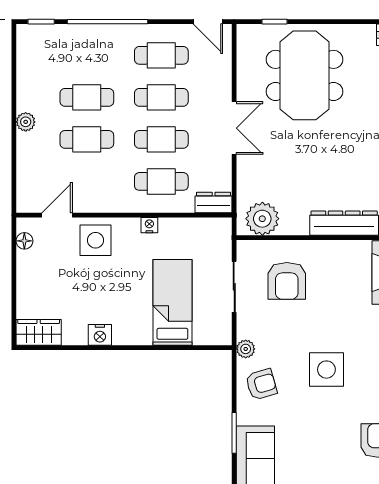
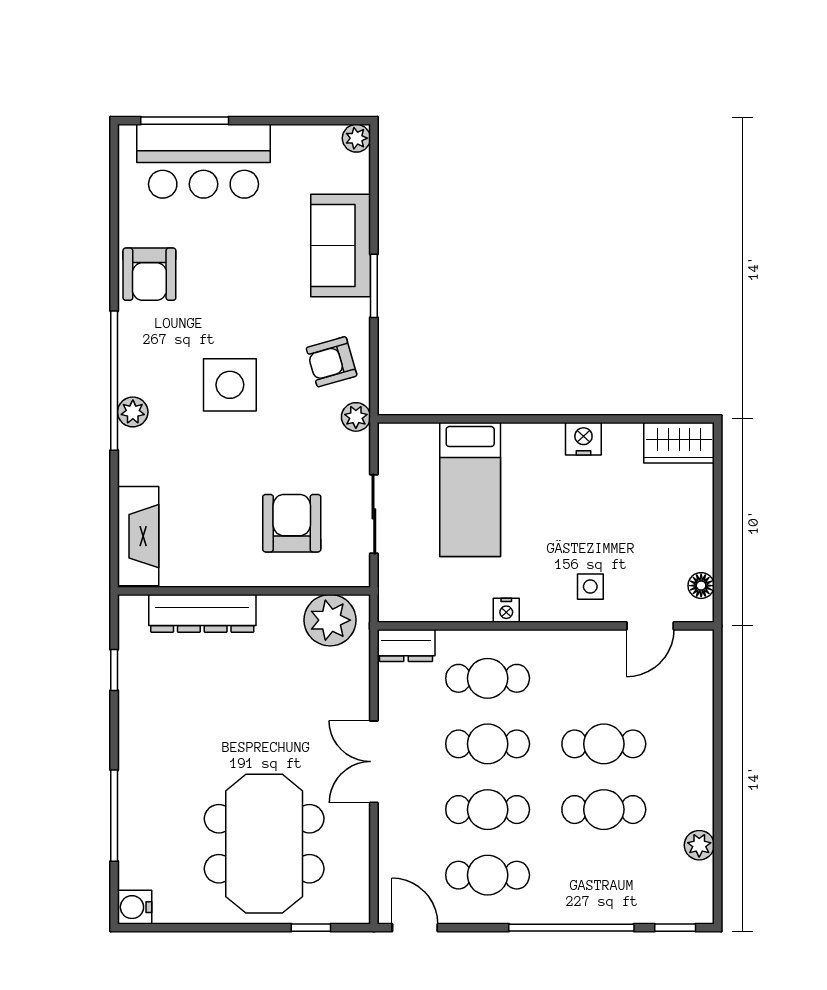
plant: (26, 122) -> (699, 845), moved
side table: (95, 240) -> (590, 587), width x0.54, depth x0.54

